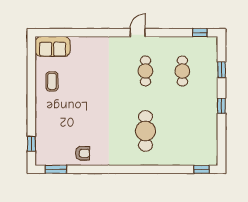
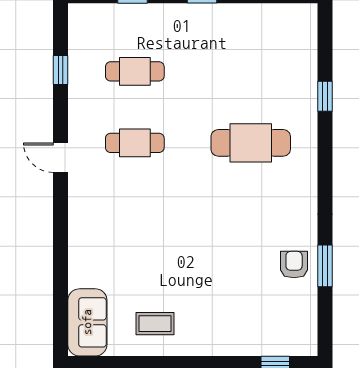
window: (200, 33) -> (61, 70), moved
window: (56, 169) -> (325, 266), moved
window: (202, 169) -> (325, 96), moved

